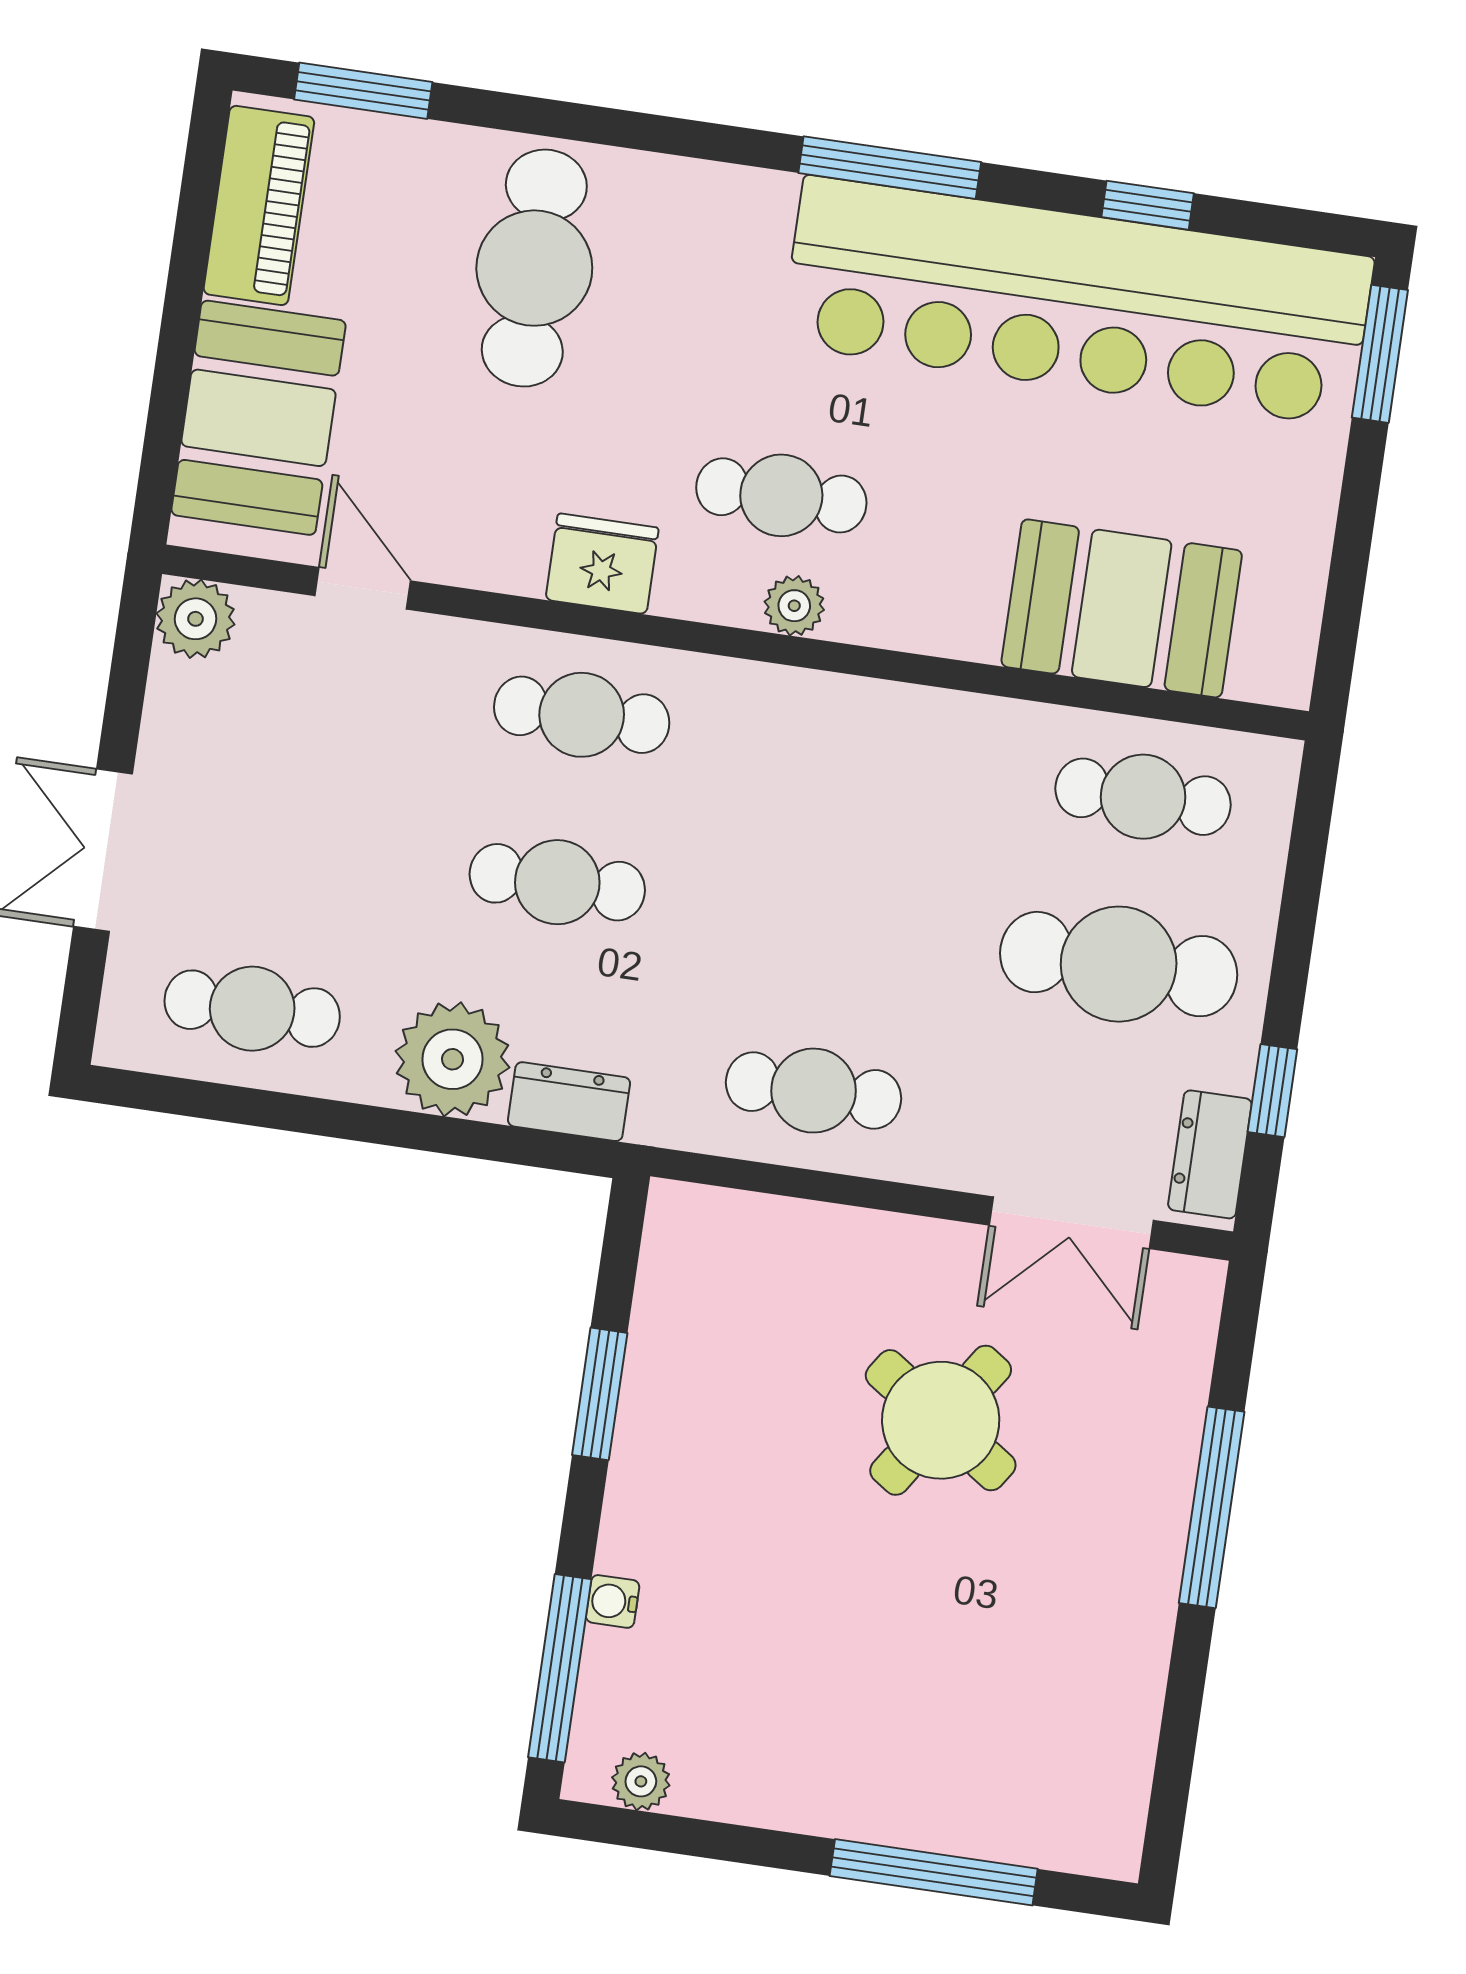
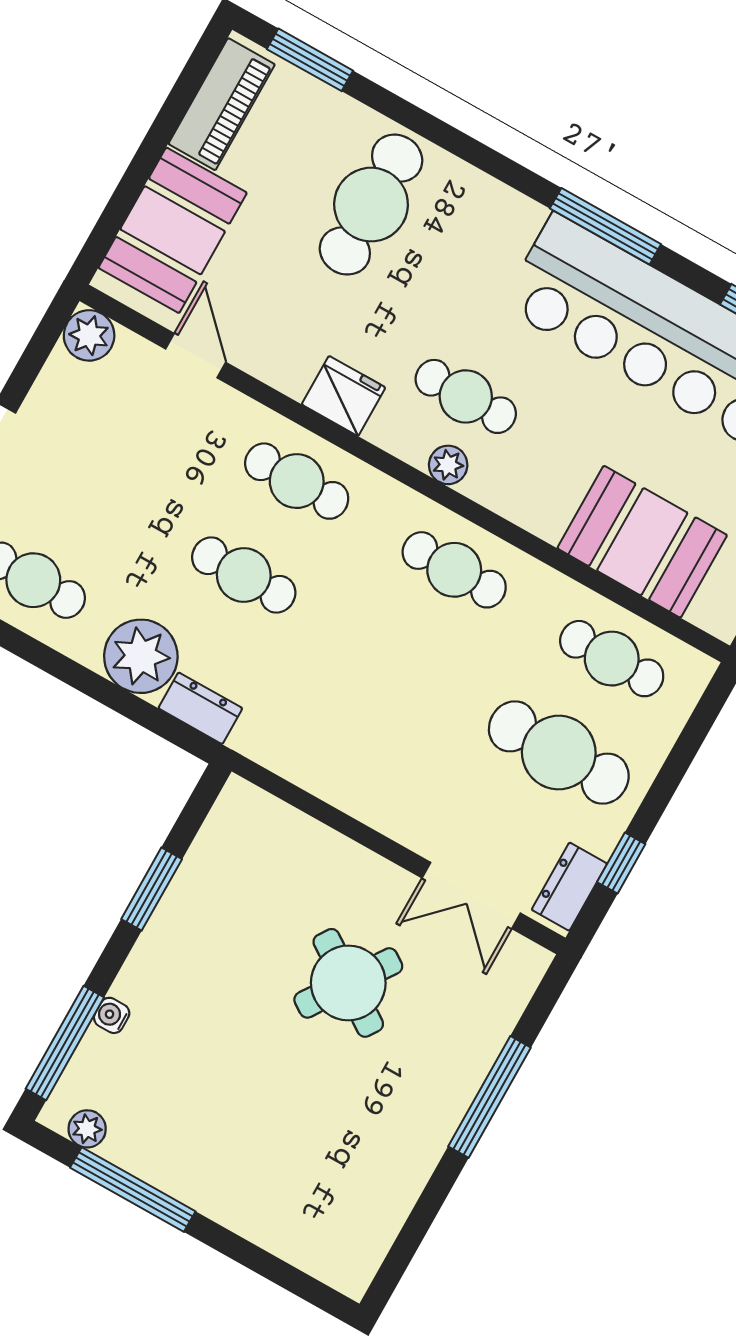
cafe table: (814, 1091) -> (454, 570), moved
window: (934, 1872) -> (133, 1189), moved

